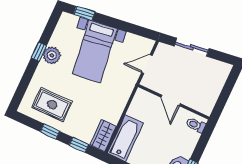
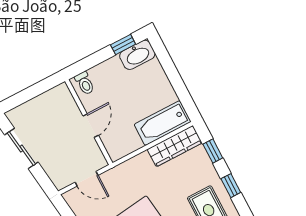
sliding door: (192, 47) -> (21, 149), moved
wardrobe: (103, 136) -> (175, 146), width x1.50

